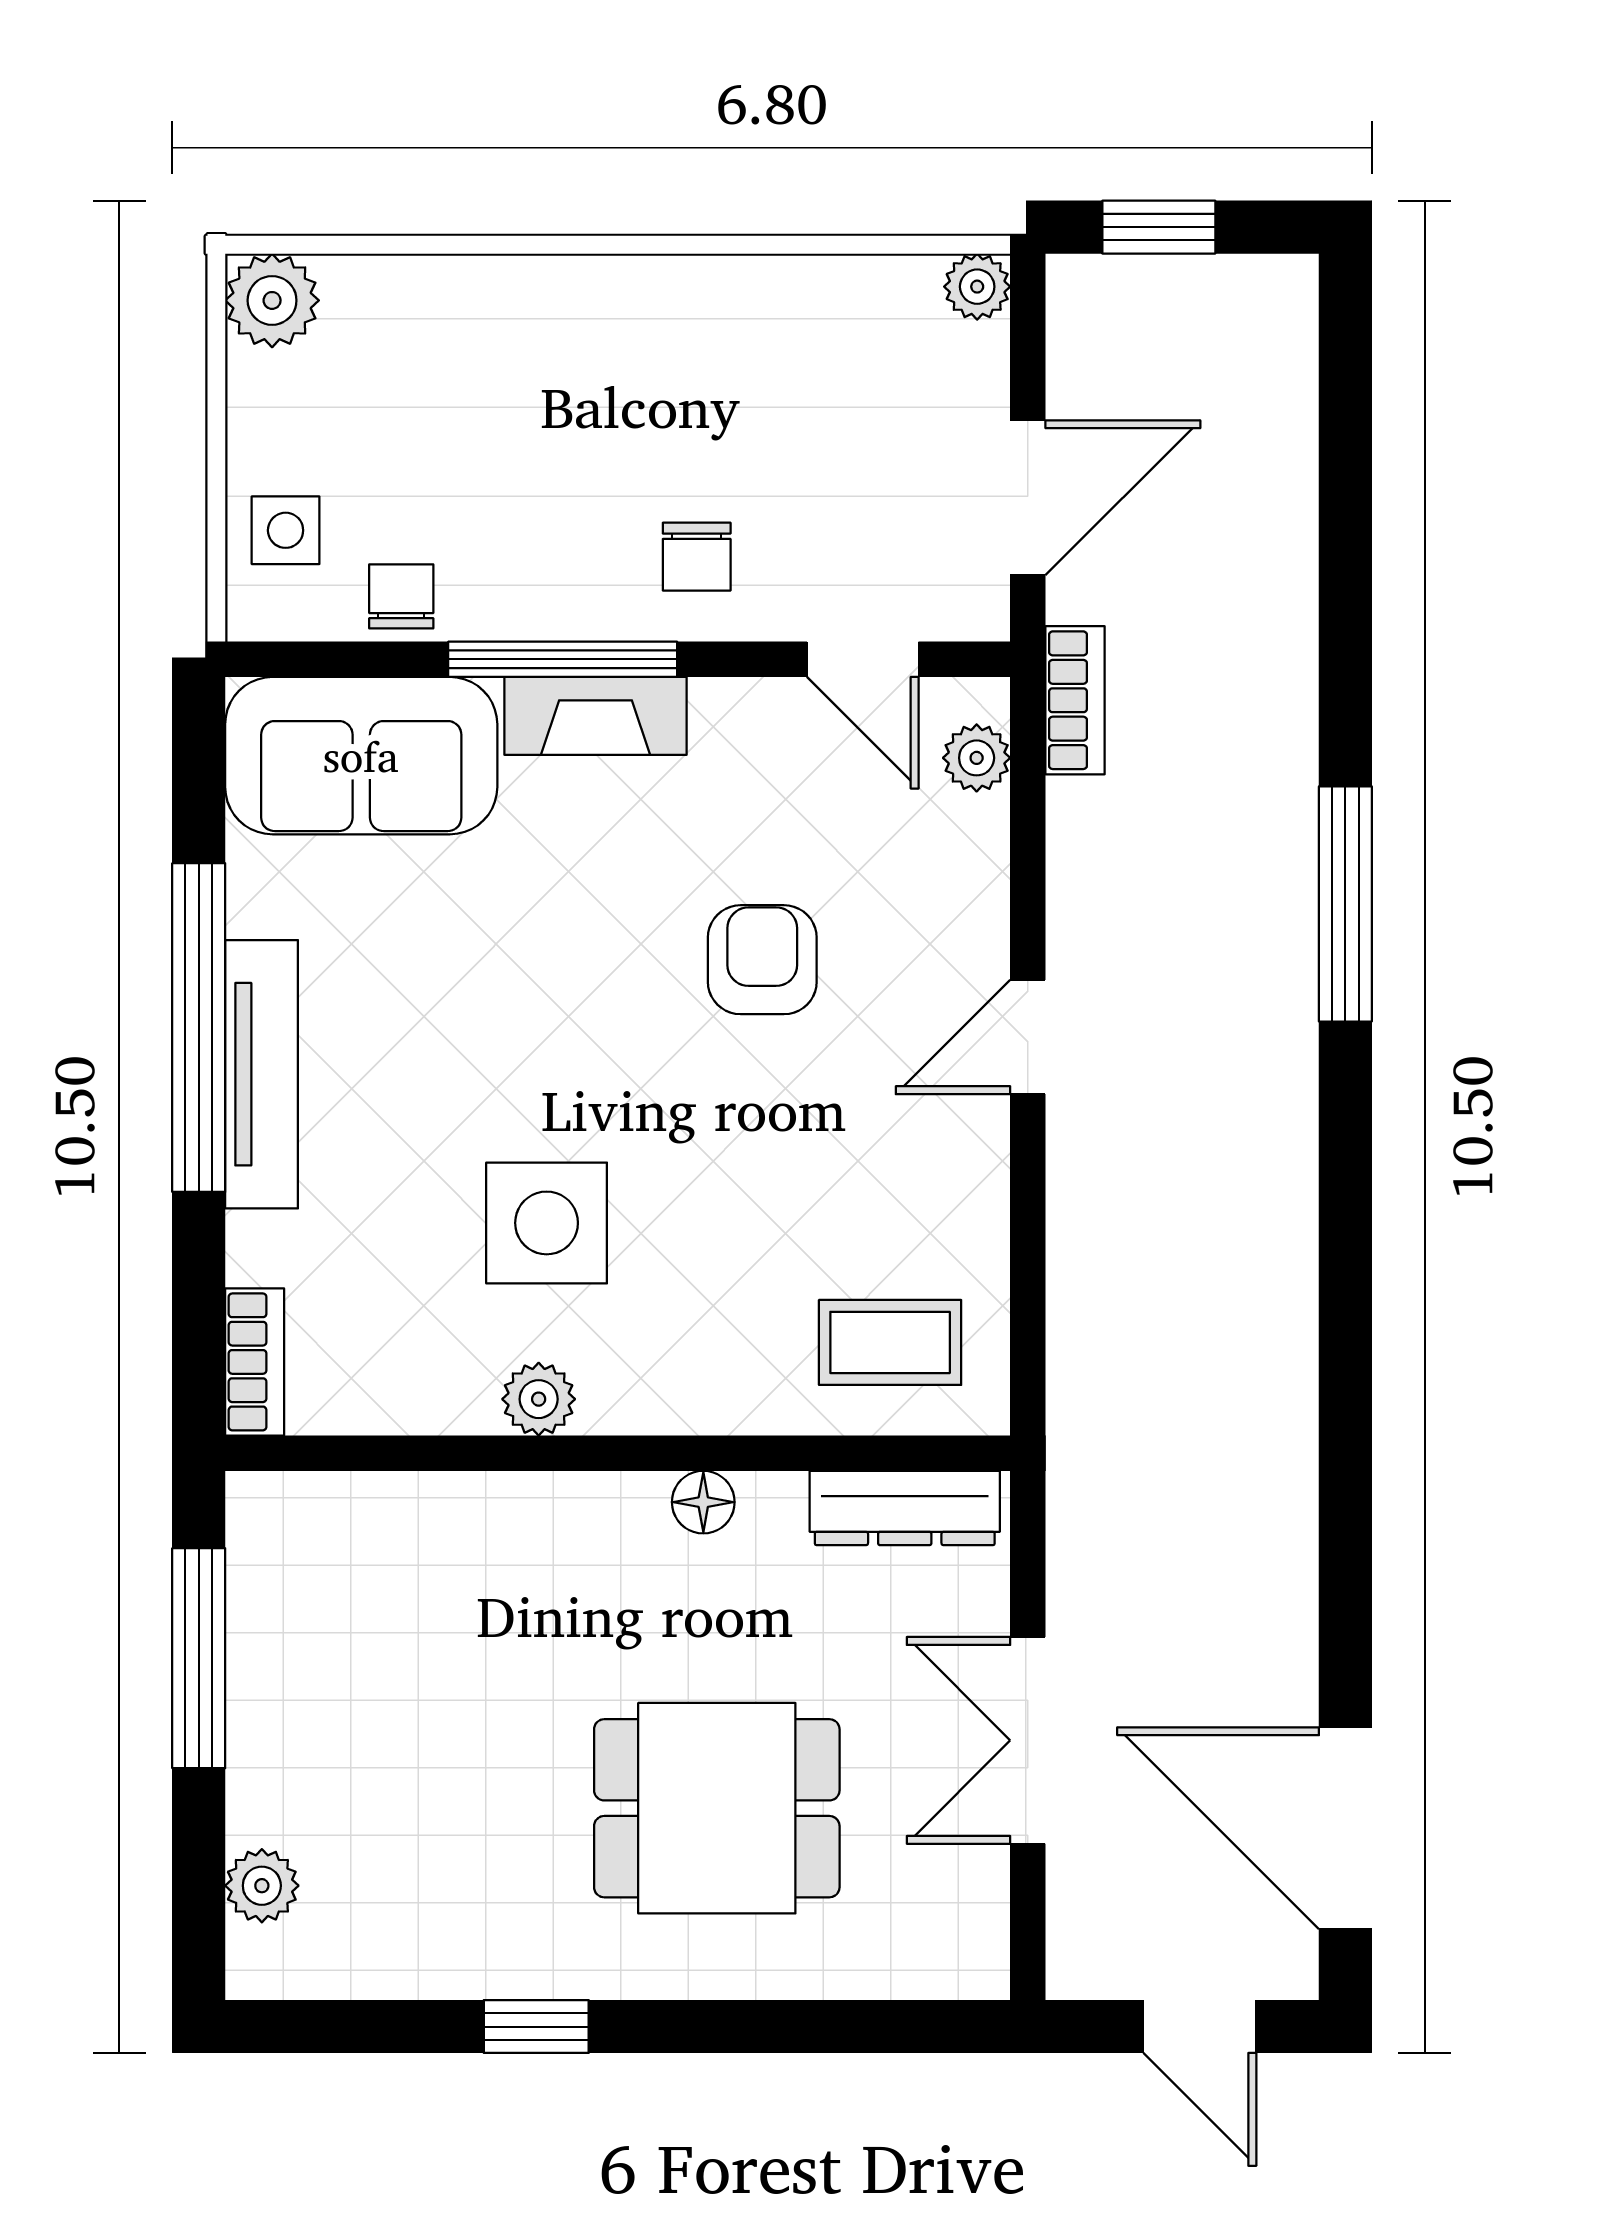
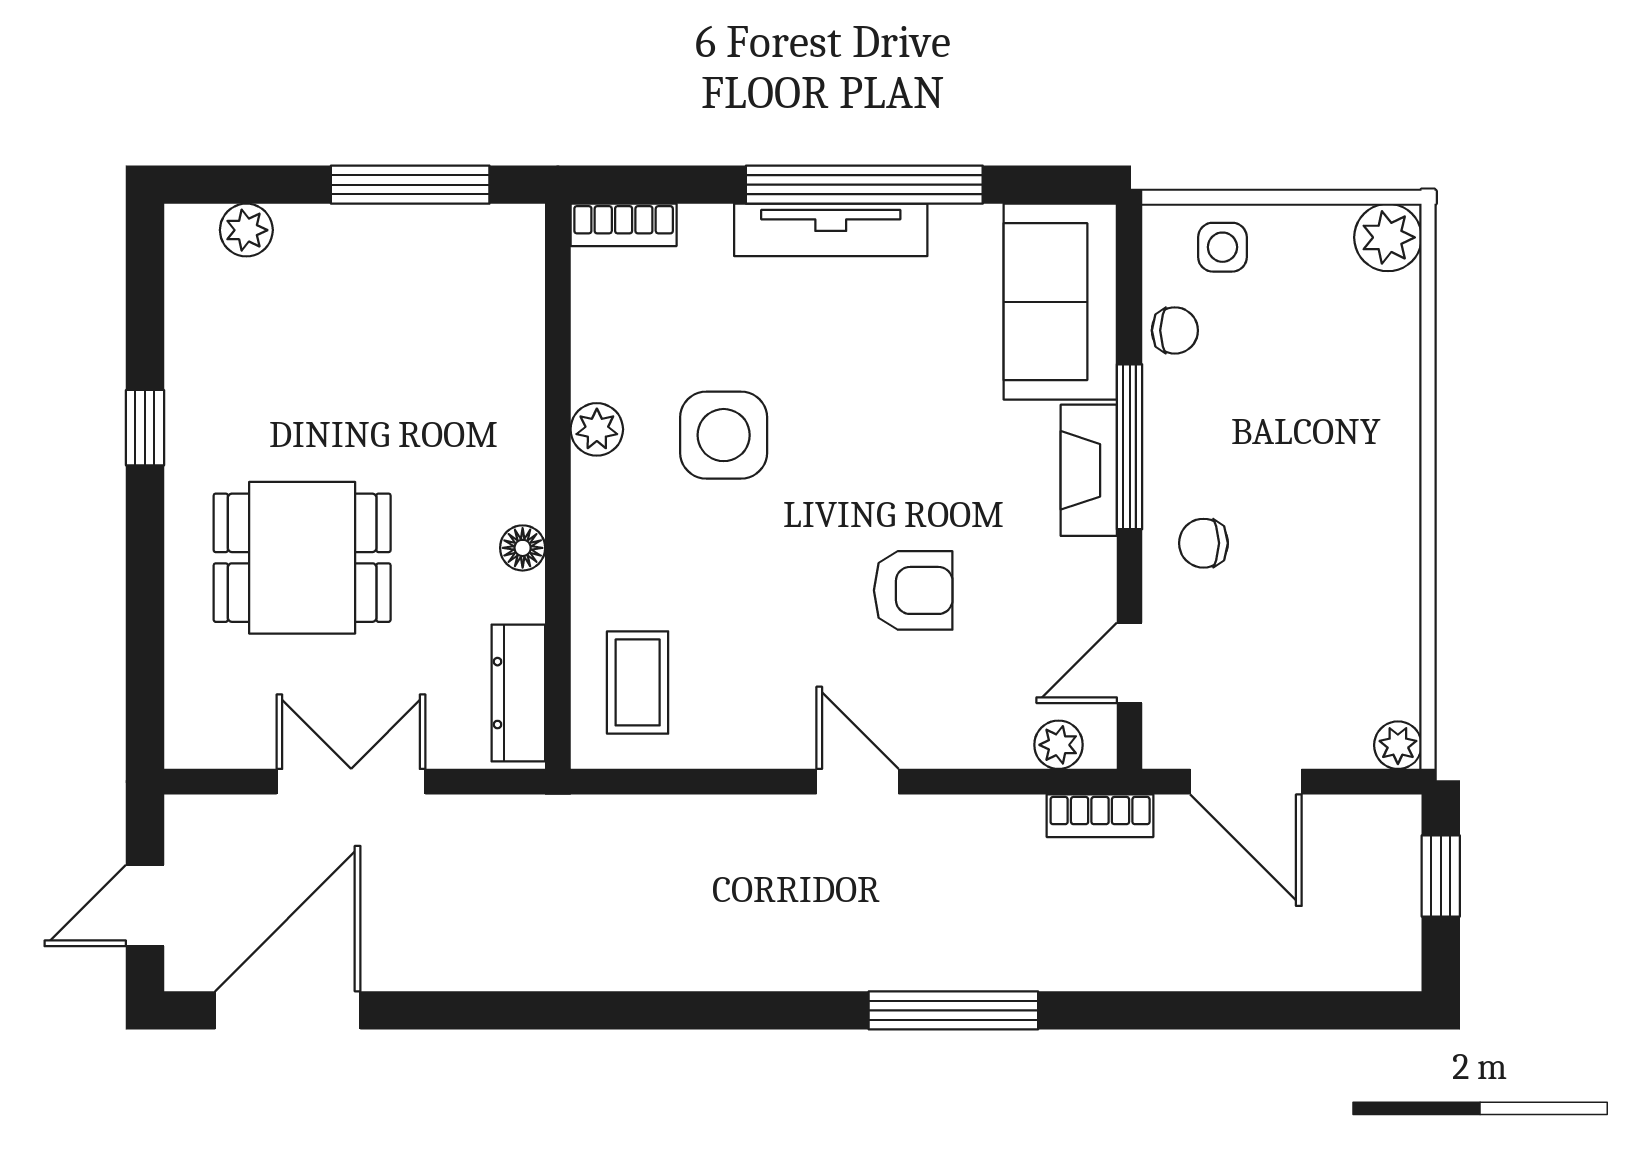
dining table: (717, 1808) -> (302, 558), turned 90

